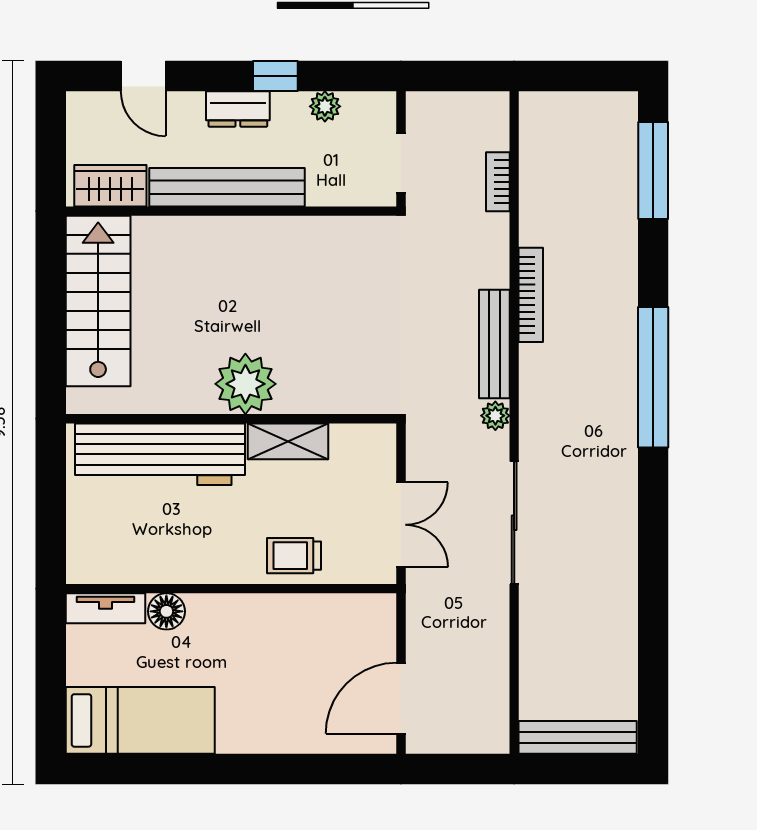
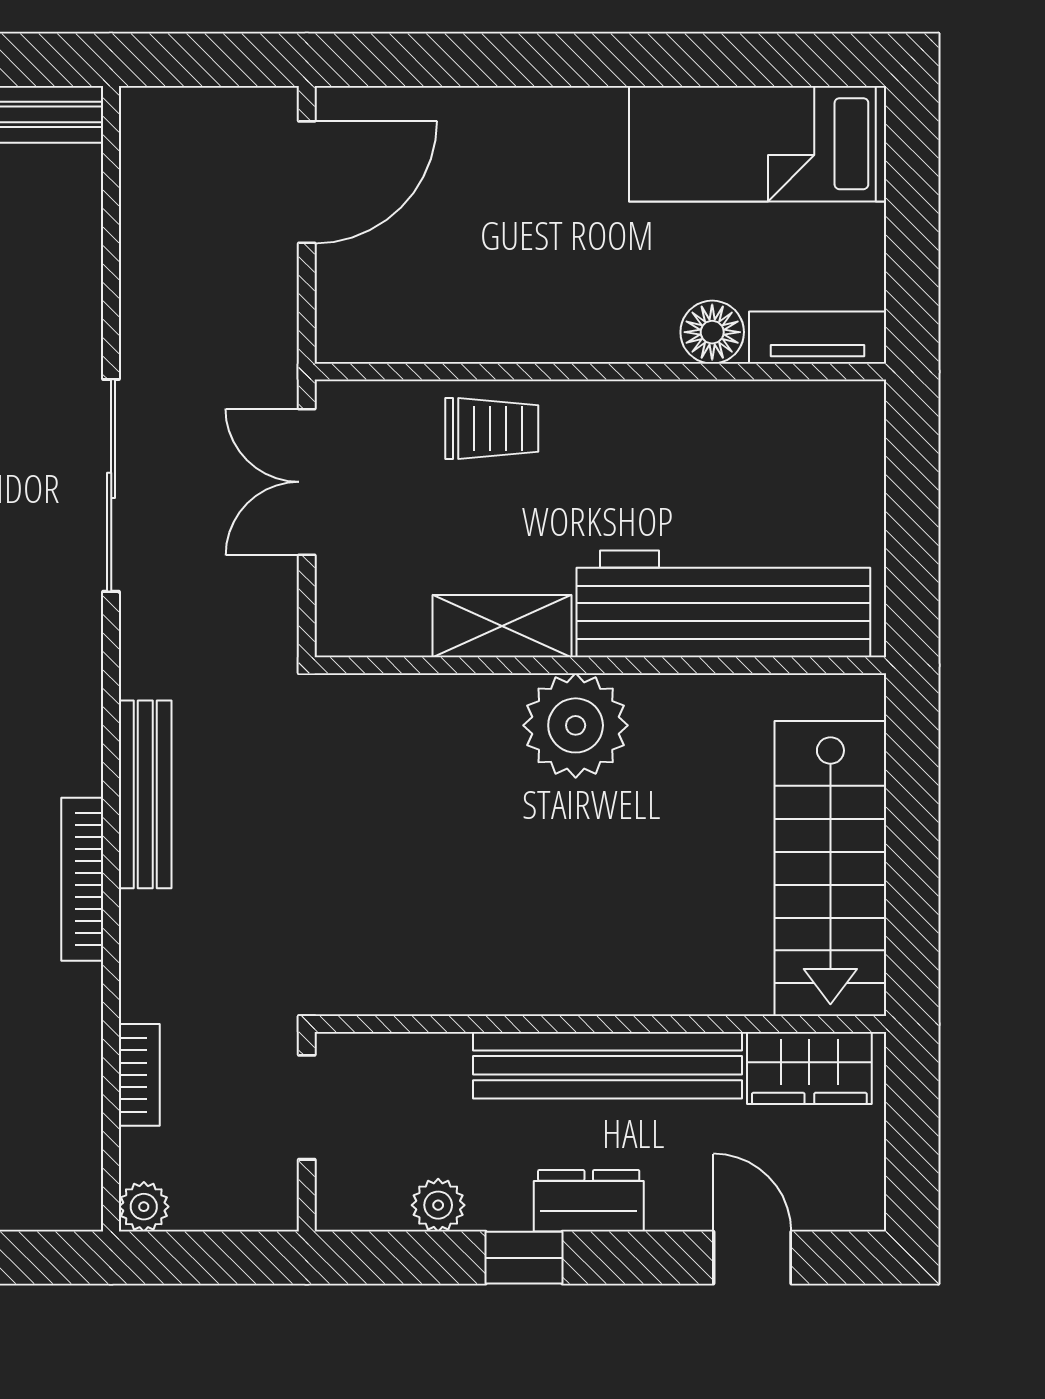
plant: (495, 416) -> (144, 1207), moved

